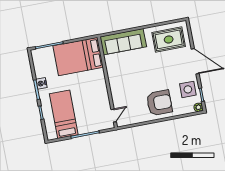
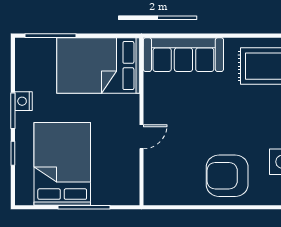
armchair: (159, 103) -> (227, 176), turned 180
bed: (64, 114) -> (62, 164), width x1.50
door: (114, 116) -> (141, 137), moved

